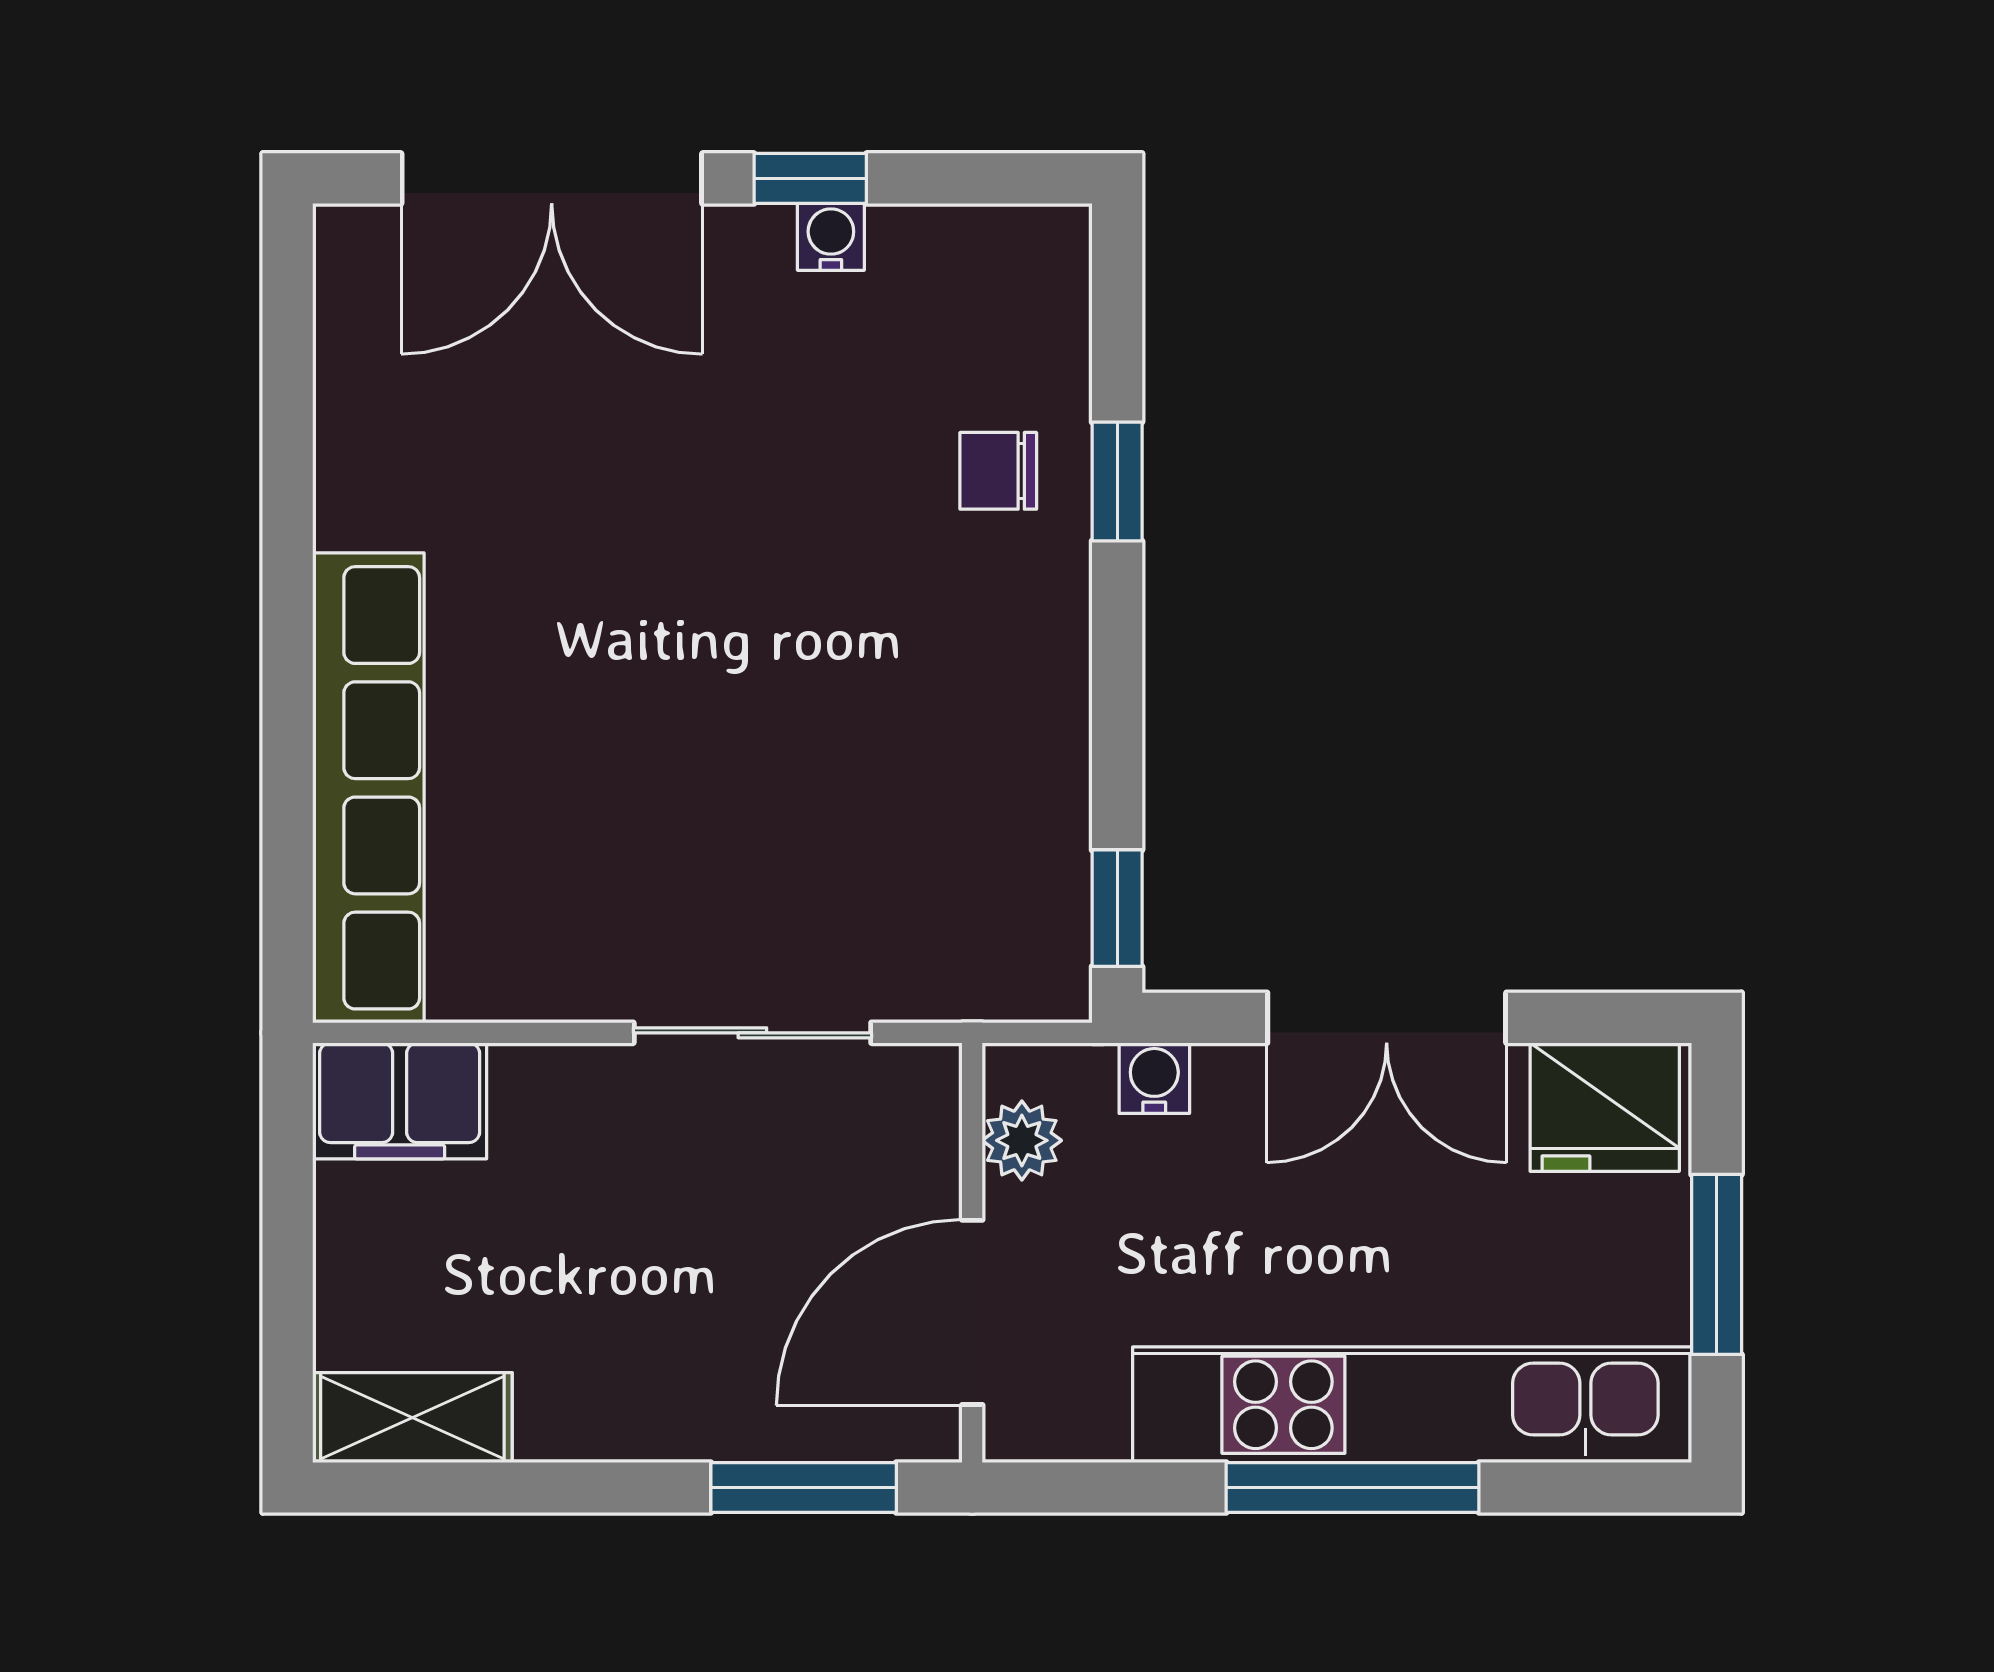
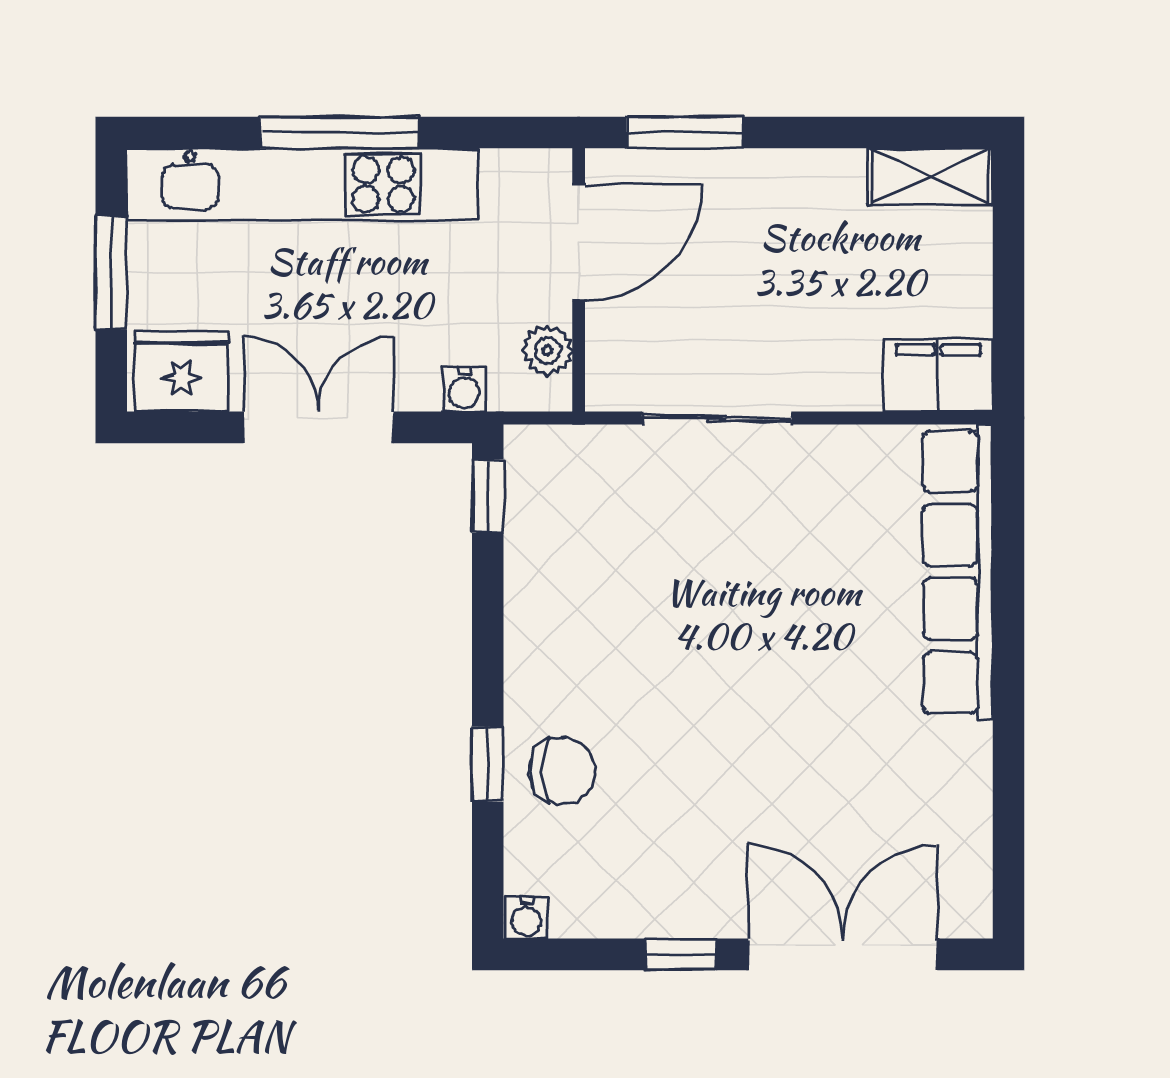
water cooler: (831, 237) -> (526, 918), moved
chair: (998, 471) -> (562, 771), width x1.37, depth x1.37

